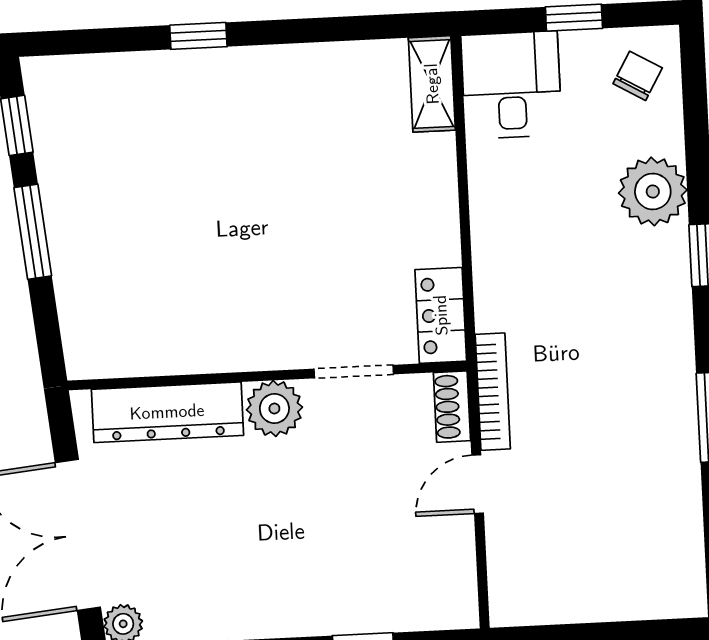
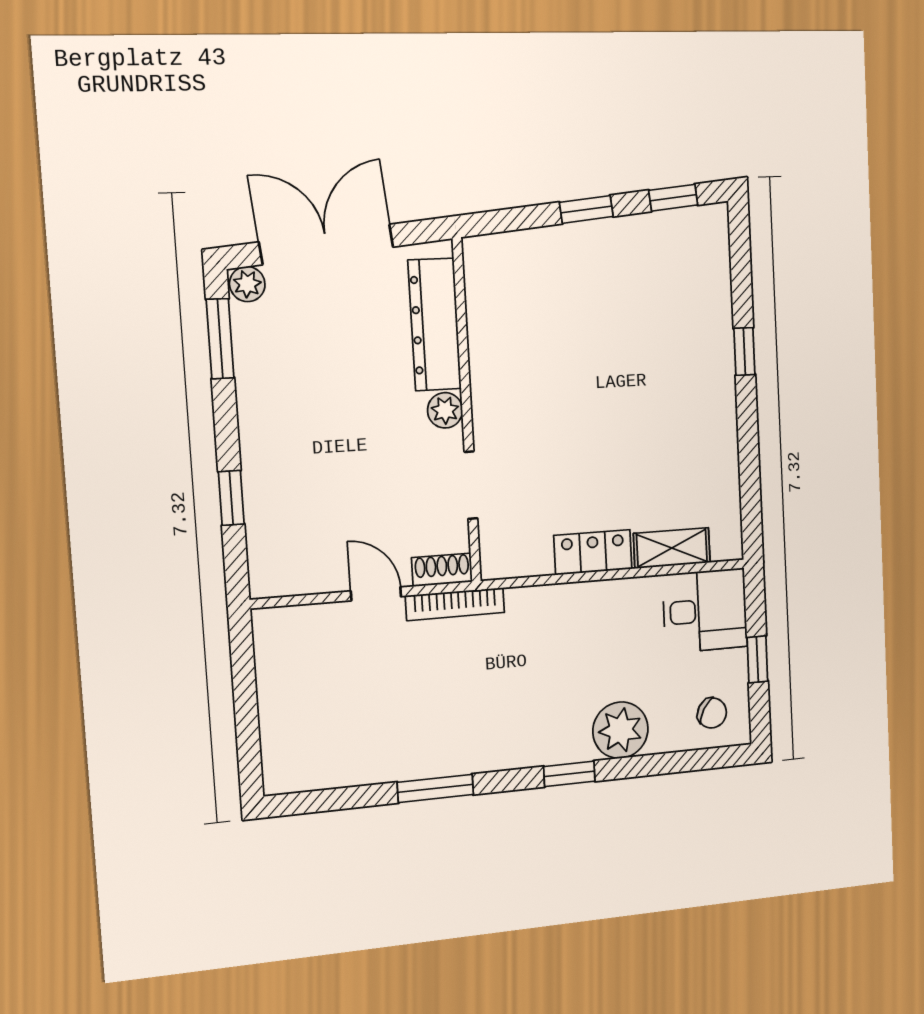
shelving: (432, 84) -> (672, 548), moved
window: (33, 232) -> (586, 209), width x0.67
locker: (441, 315) -> (593, 552), moved
plant: (274, 408) -> (445, 410), width x0.73, depth x0.73

